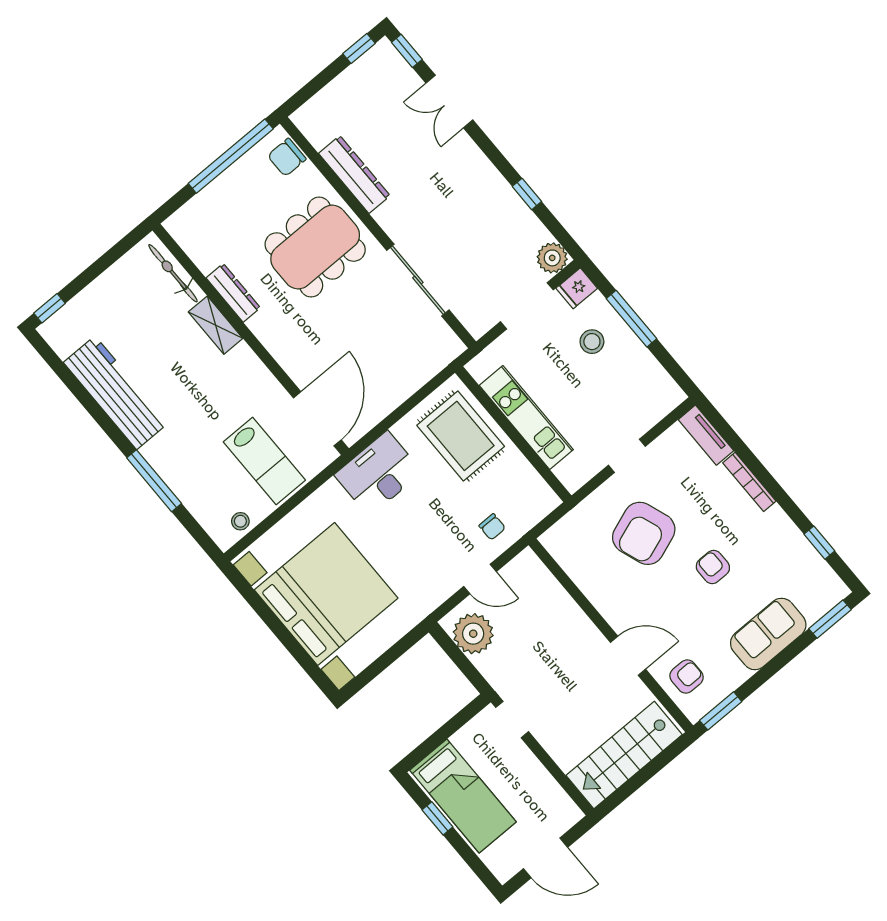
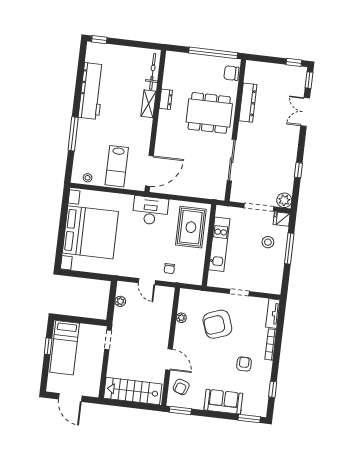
dresser: (233, 293) -> (166, 99), width x0.70
armchair: (713, 567) -> (244, 364), moved
plant: (583, 578) -> (181, 318), added
plant: (473, 634) -> (120, 301), width x0.53, depth x0.53
armchair: (687, 677) -> (181, 387), turned 109

